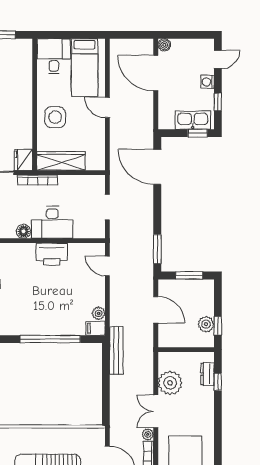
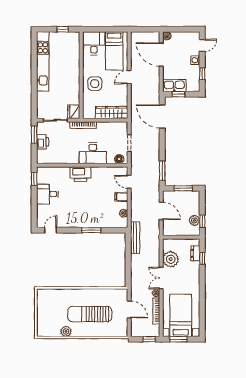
door: (107, 107) -> (129, 77), hinge flipped
kitchen sink: (193, 120) -> (174, 86), moved
window: (198, 133) -> (178, 94), moved
wardrobe: (61, 161) -> (112, 113), moved
floor lamp: (24, 231) -> (119, 159), moved
printer: (52, 254) -> (80, 174), moved
filing cabinet: (96, 328) -> (121, 197), moved
window: (50, 339) -> (91, 230), width x0.47

